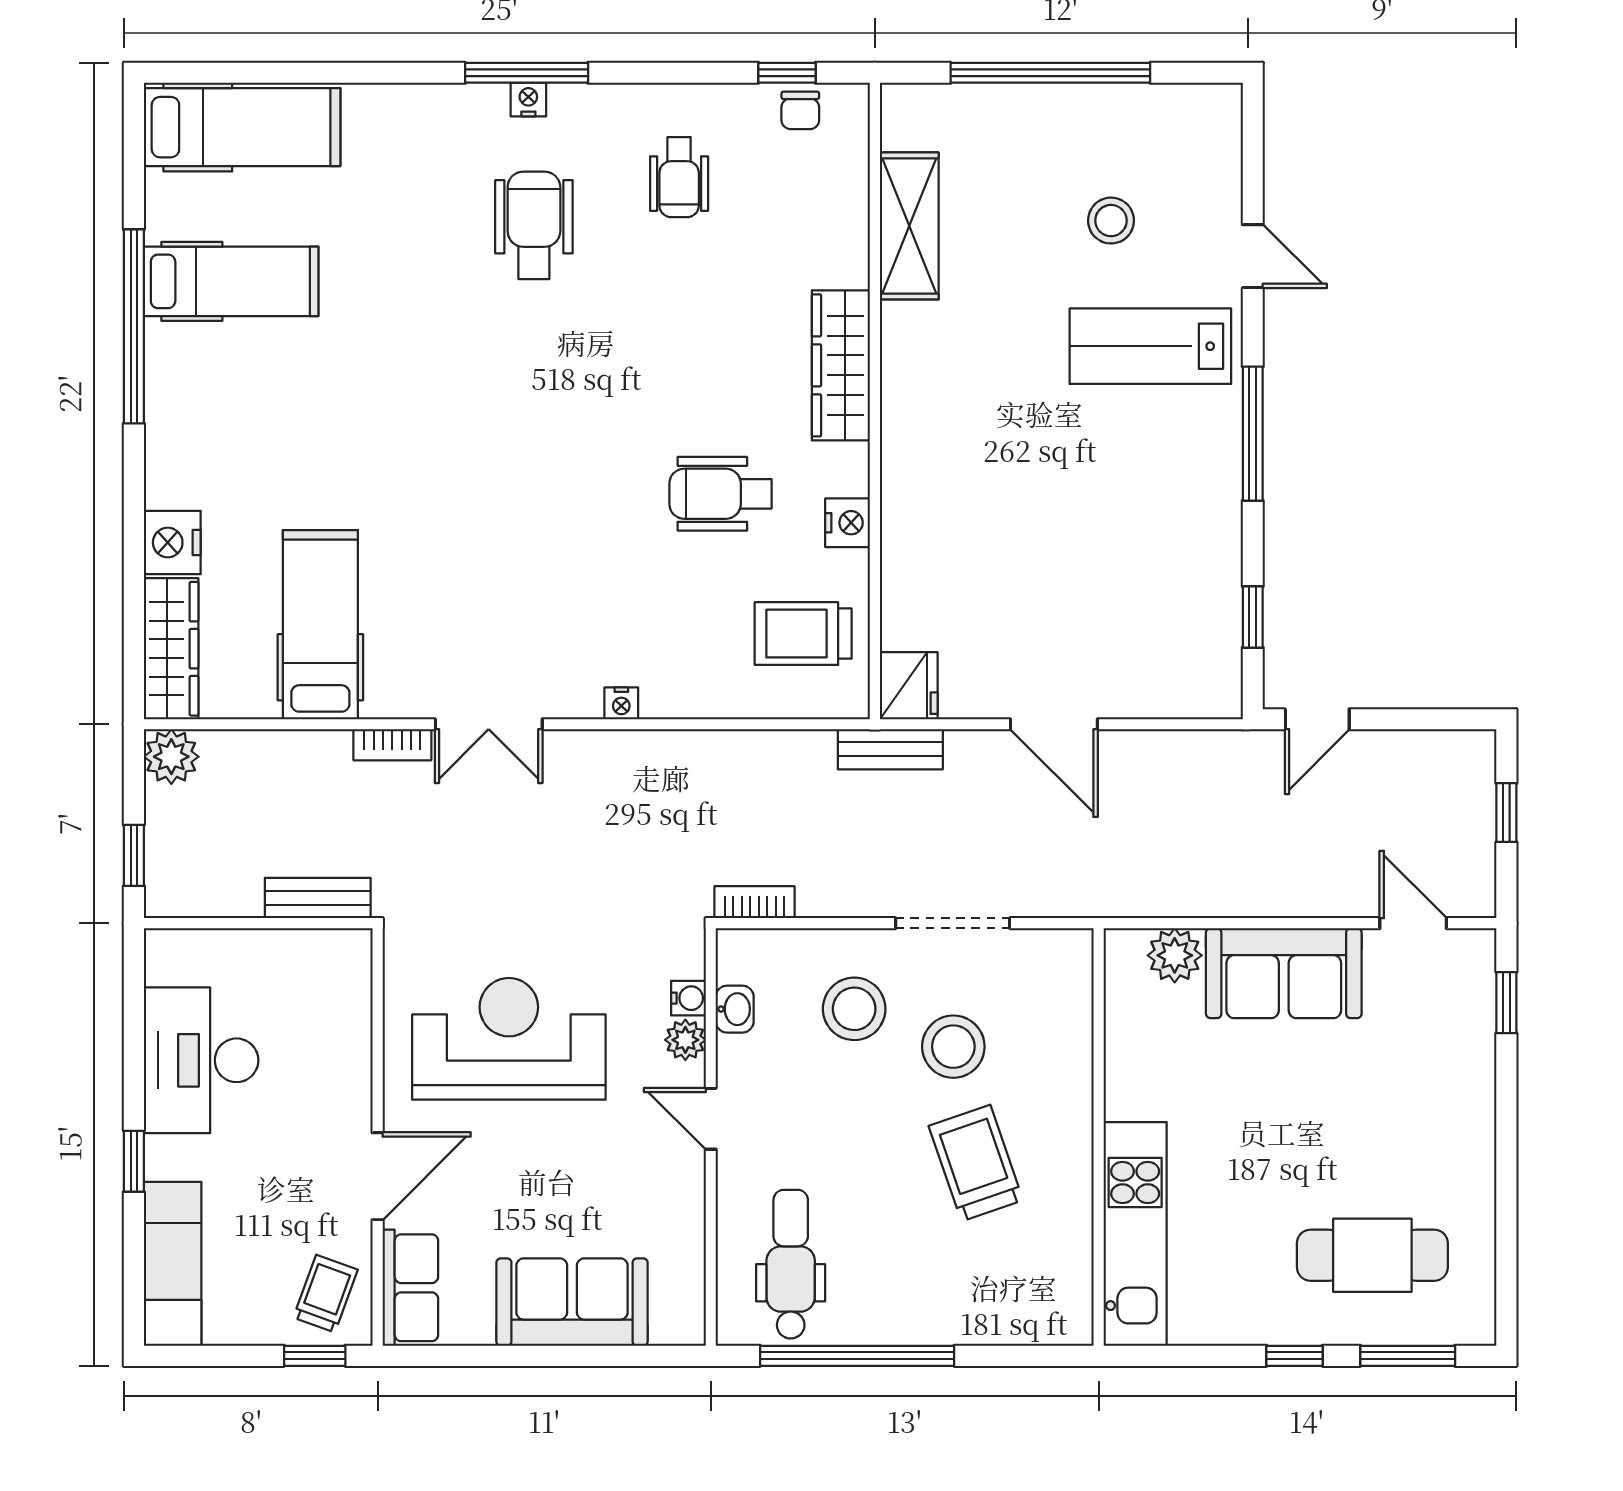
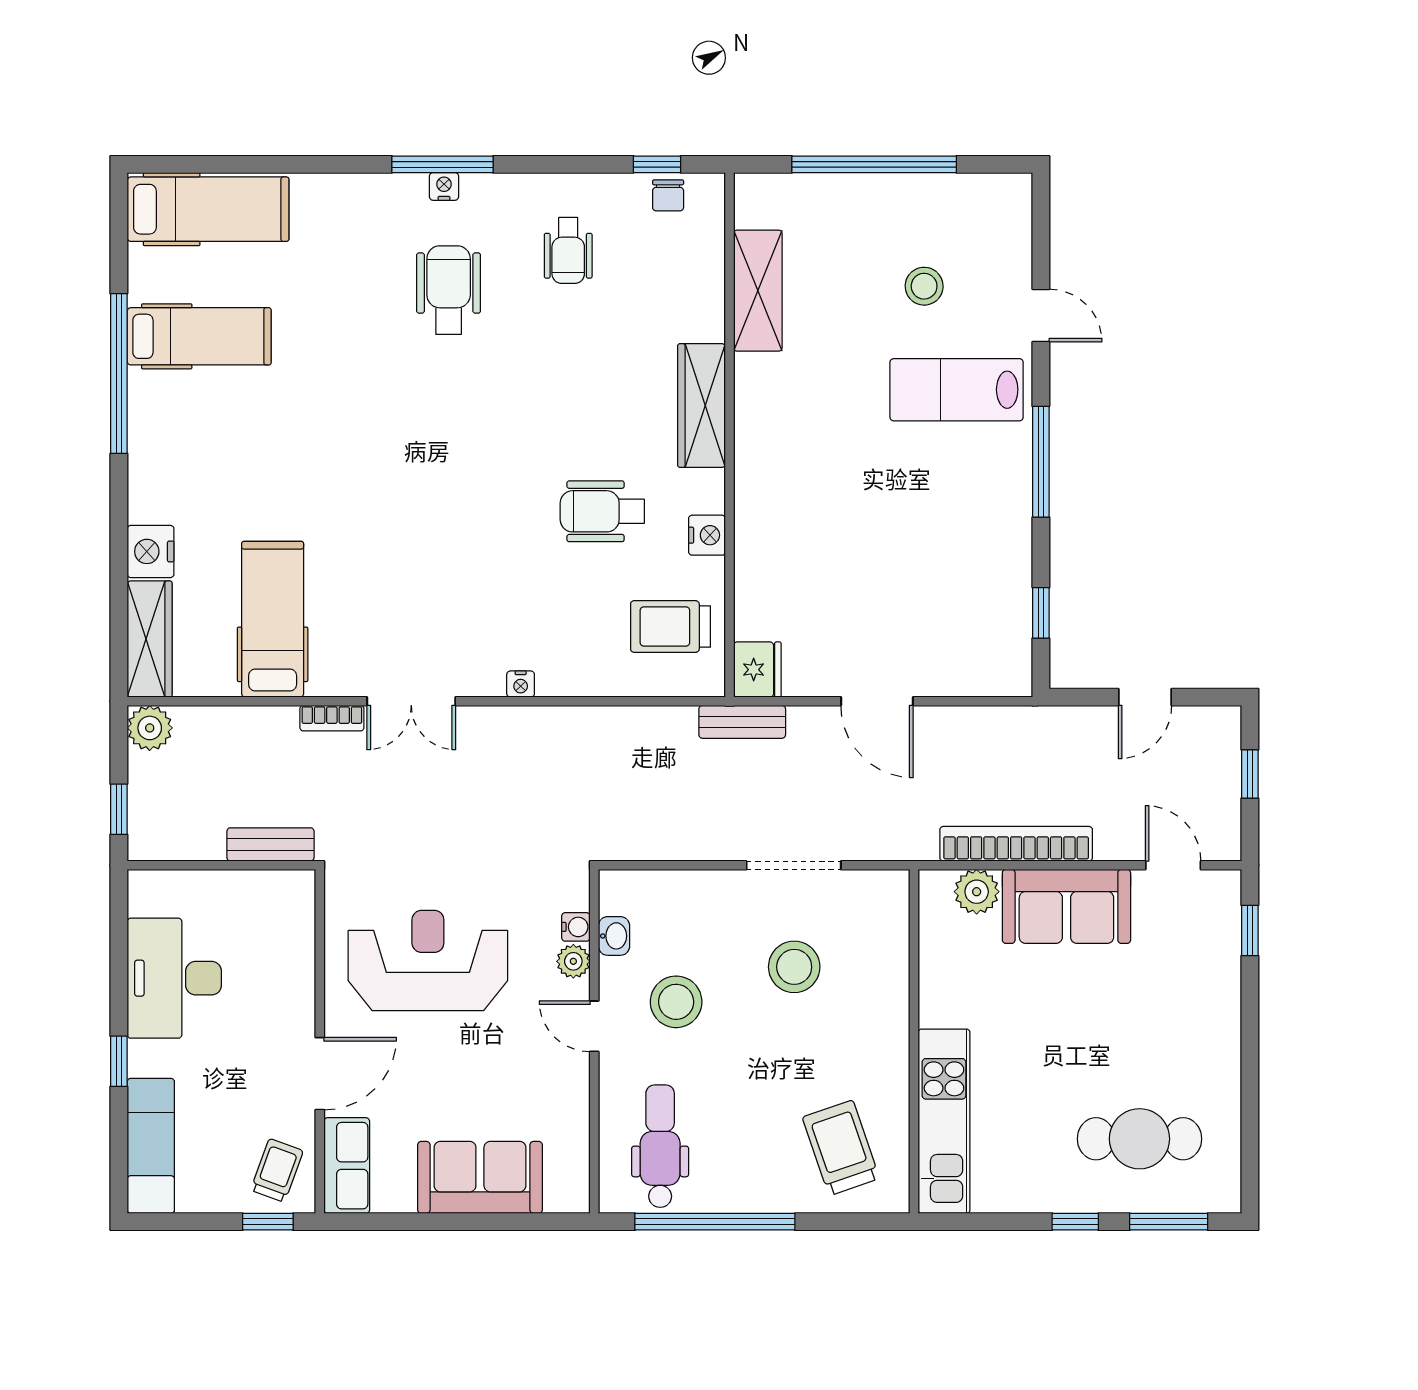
door: (1317, 719) -> (1145, 697), moved
bookcase: (755, 902) -> (1016, 844), moved, width x2.31, depth x1.31
stool: (854, 1009) -> (676, 1002), moved
trolley: (976, 1163) -> (841, 1148), moved

